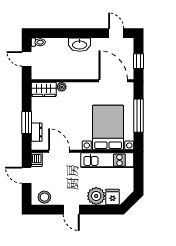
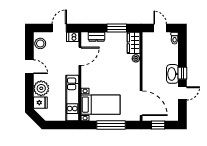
window: (79, 33) -> (182, 73), added
door: (116, 33) -> (182, 93), moved
door: (27, 59) -> (160, 28), hinge flipped
door: (113, 81) -> (141, 103), hinge flipped
window: (27, 123) -> (117, 28), moved
bed with nightstands: (108, 128) -> (101, 105), width x0.73
door: (71, 210) -> (29, 67), swing flipped

